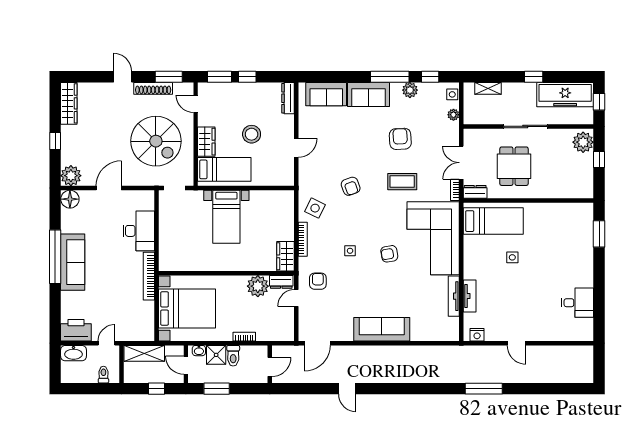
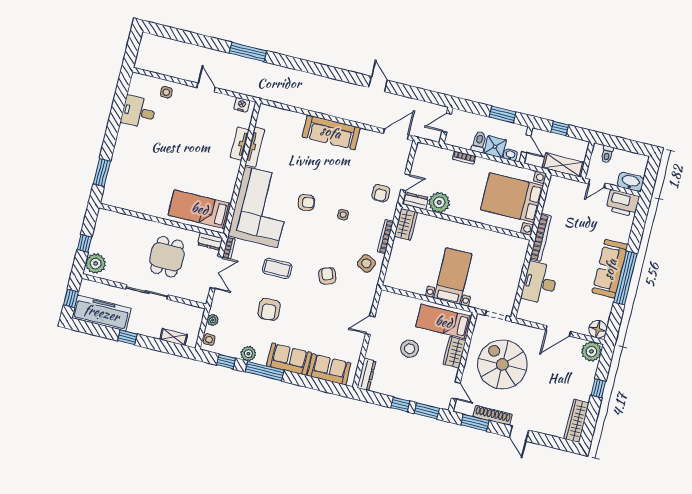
side table: (512, 257) -> (166, 92), moved

